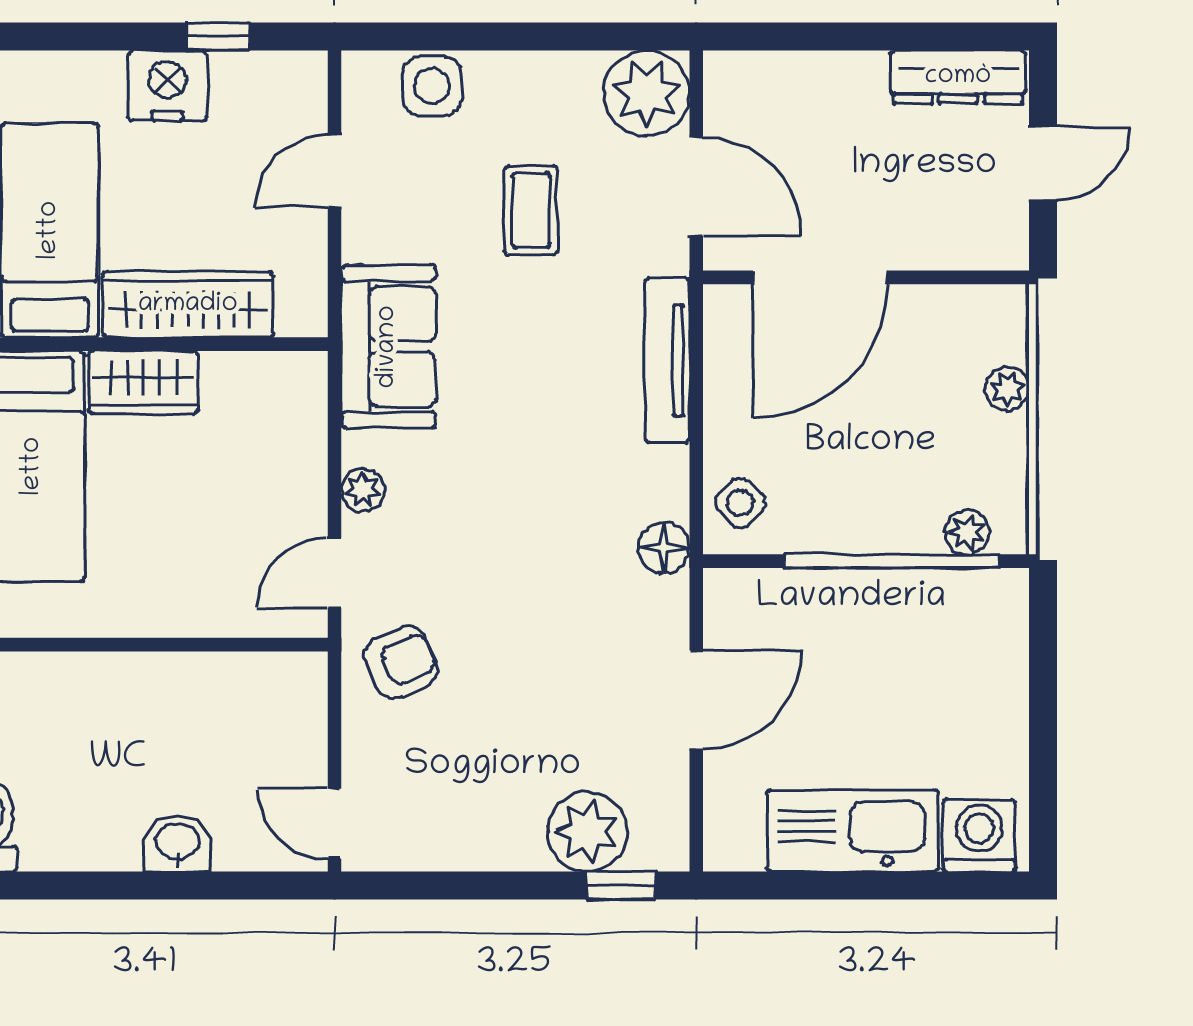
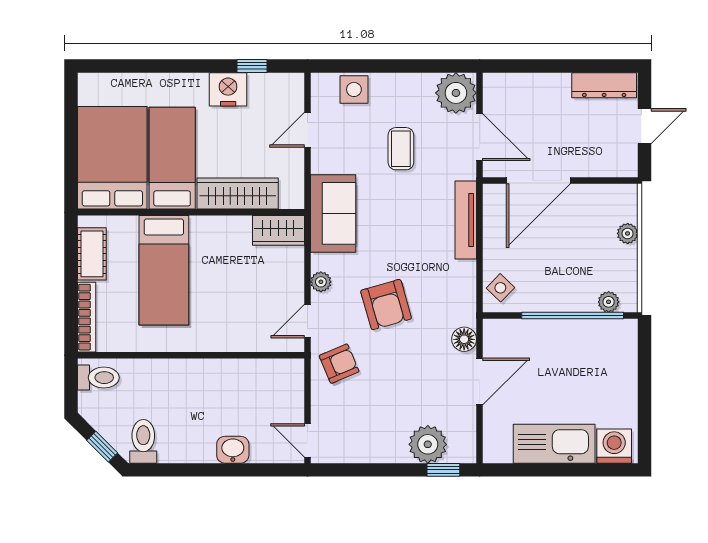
wardrobe: (143, 382) -> (278, 230), moved
armchair: (500, 538) -> (386, 305), added
floor lamp: (664, 548) -> (464, 339), moved

